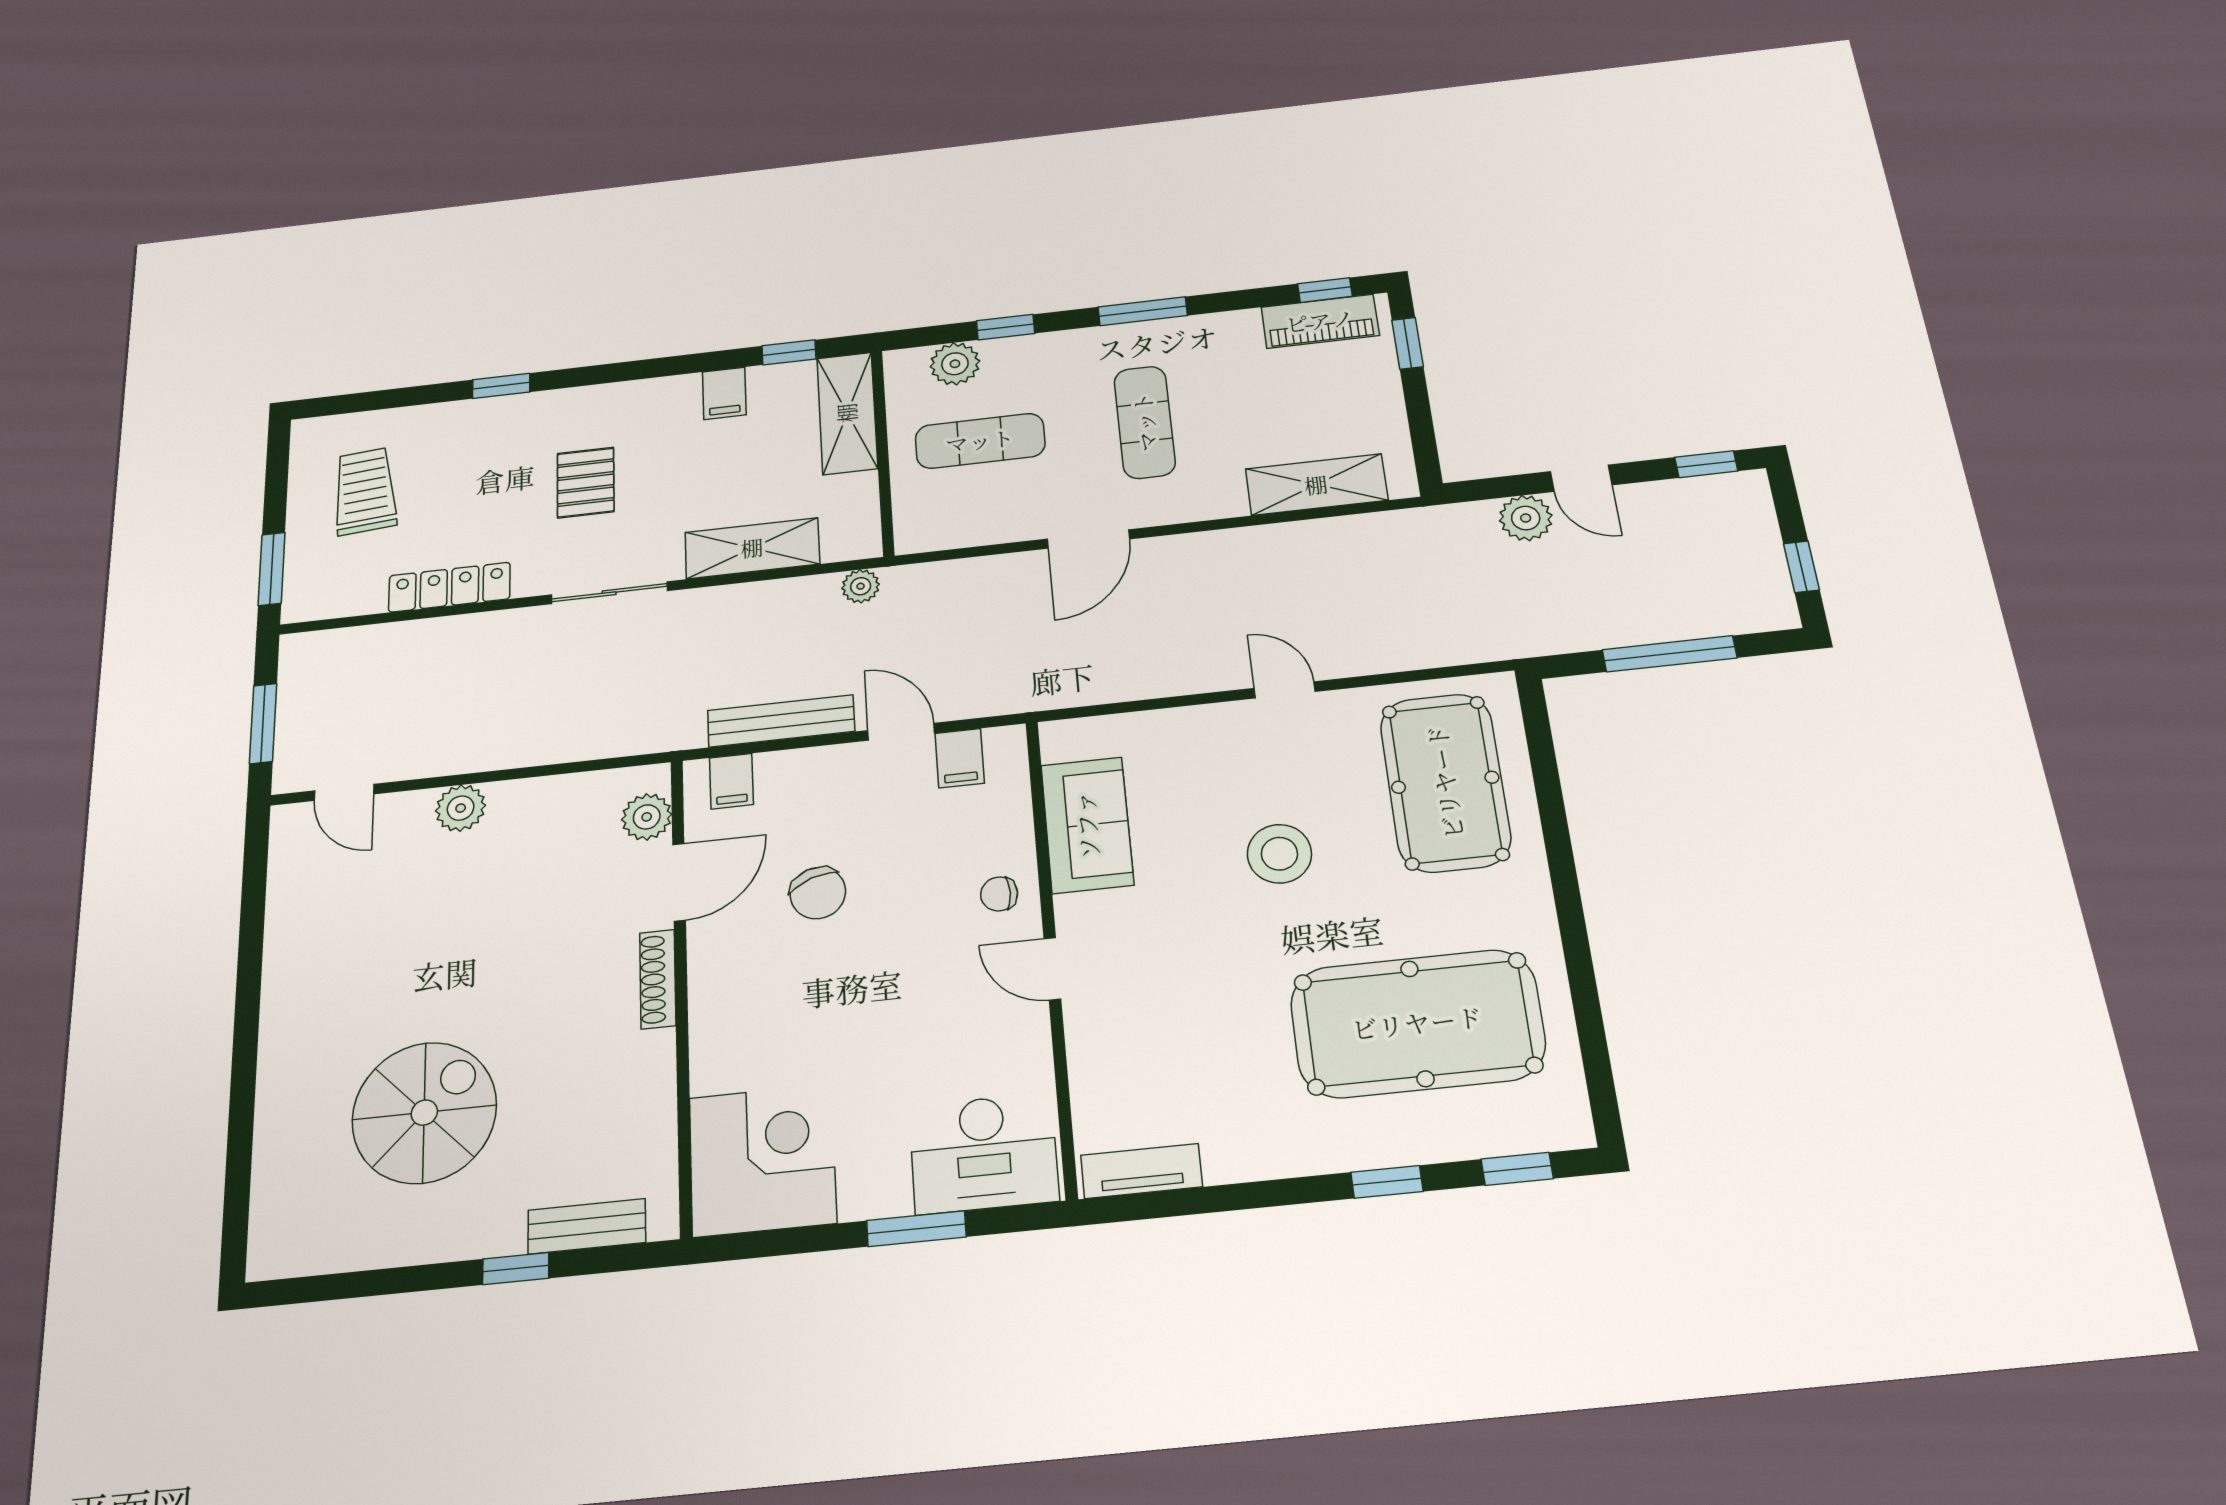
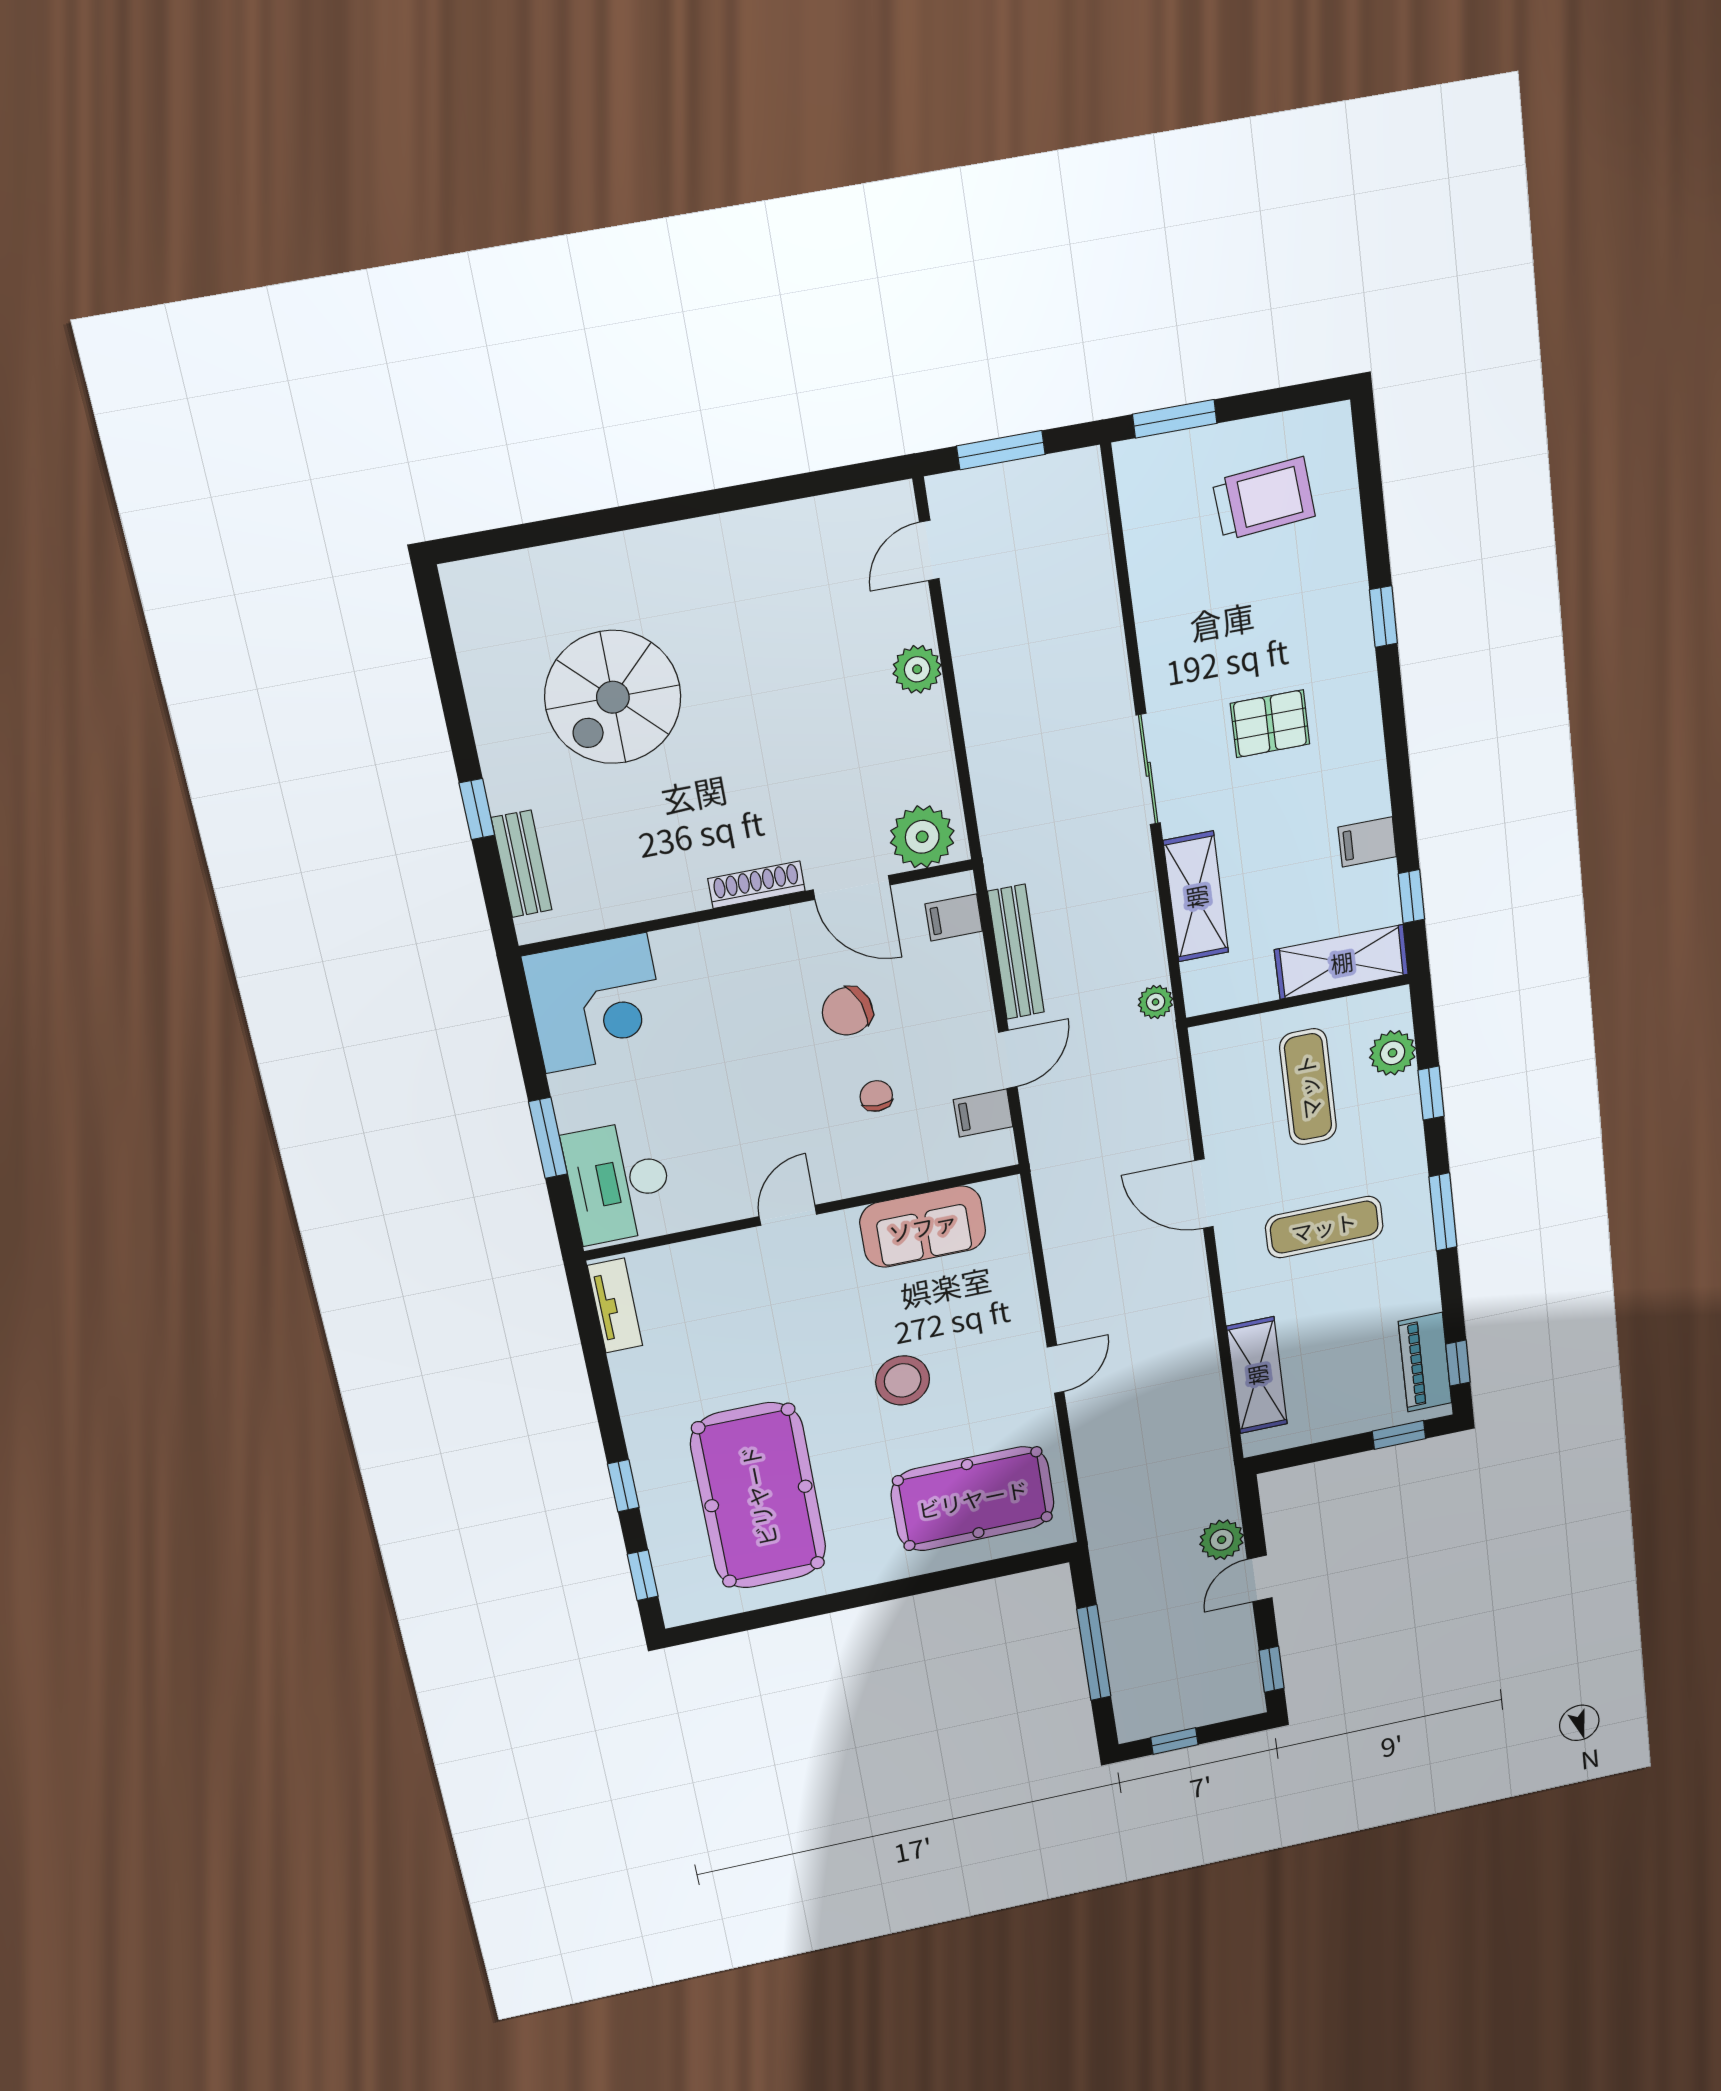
locker: (449, 587) -> (1154, 610), removed
plant: (647, 817) -> (922, 837), width x1.36, depth x1.36
chair: (999, 894) -> (876, 1096), moved
spiral stairs: (424, 1113) -> (613, 697), turned 90

